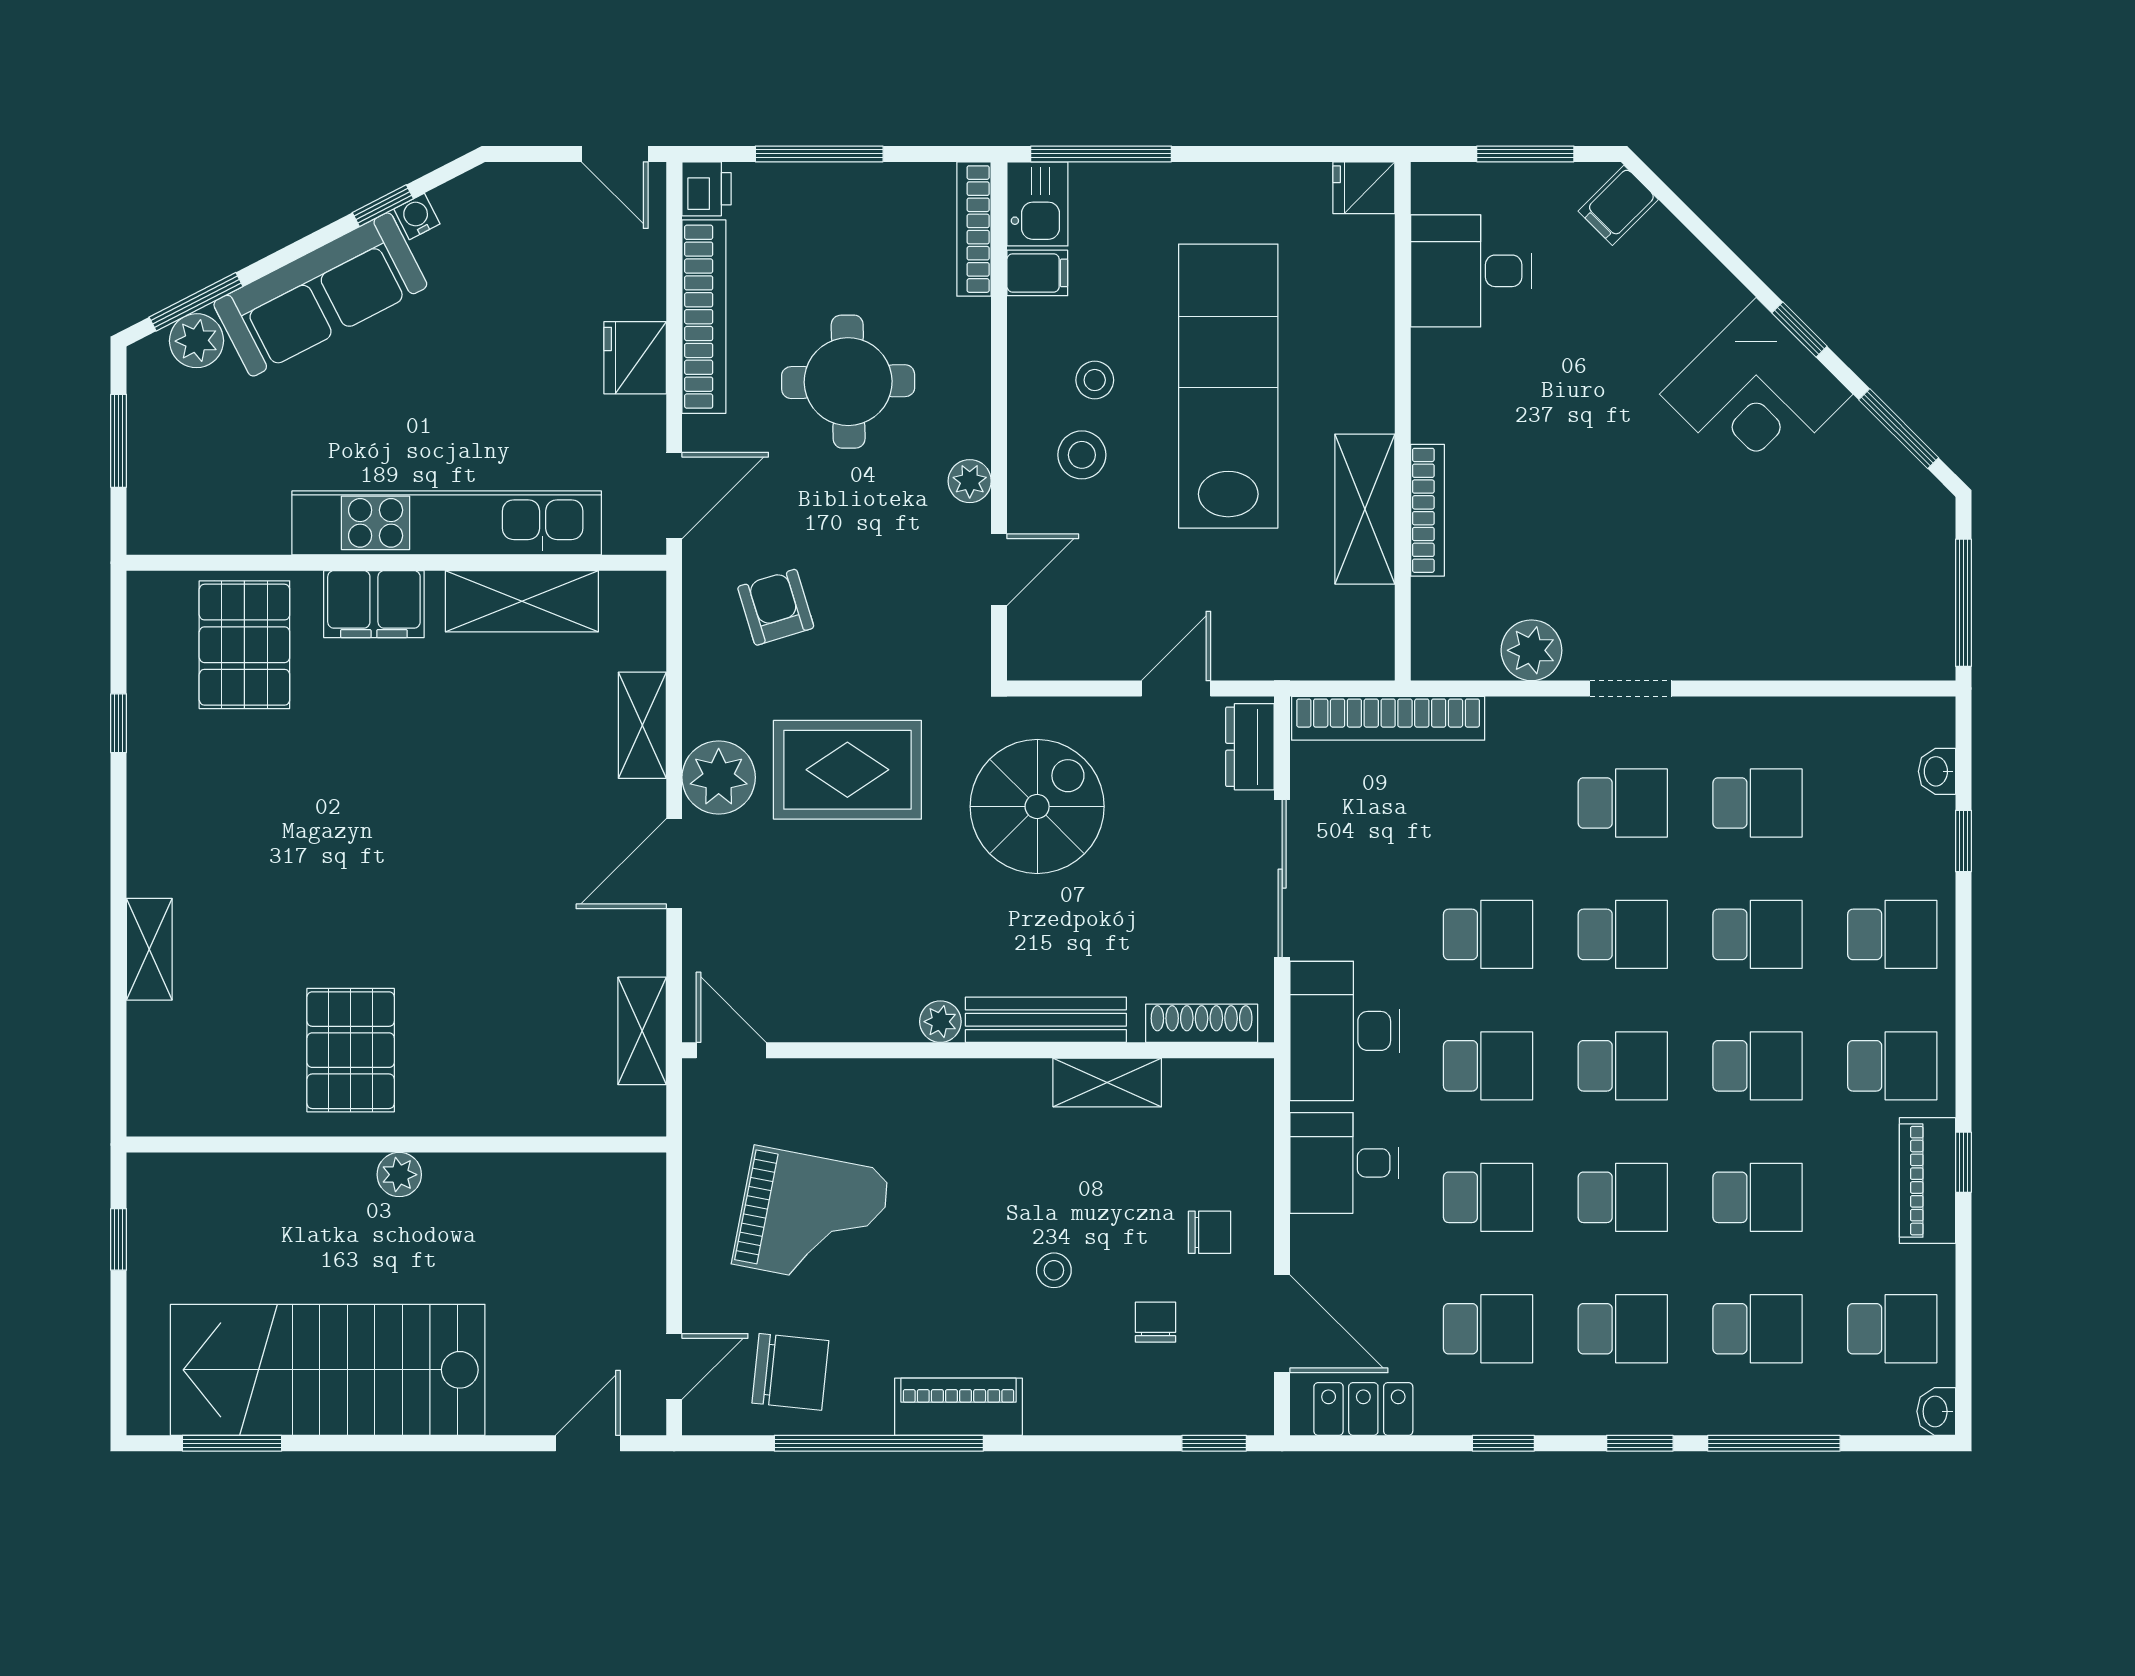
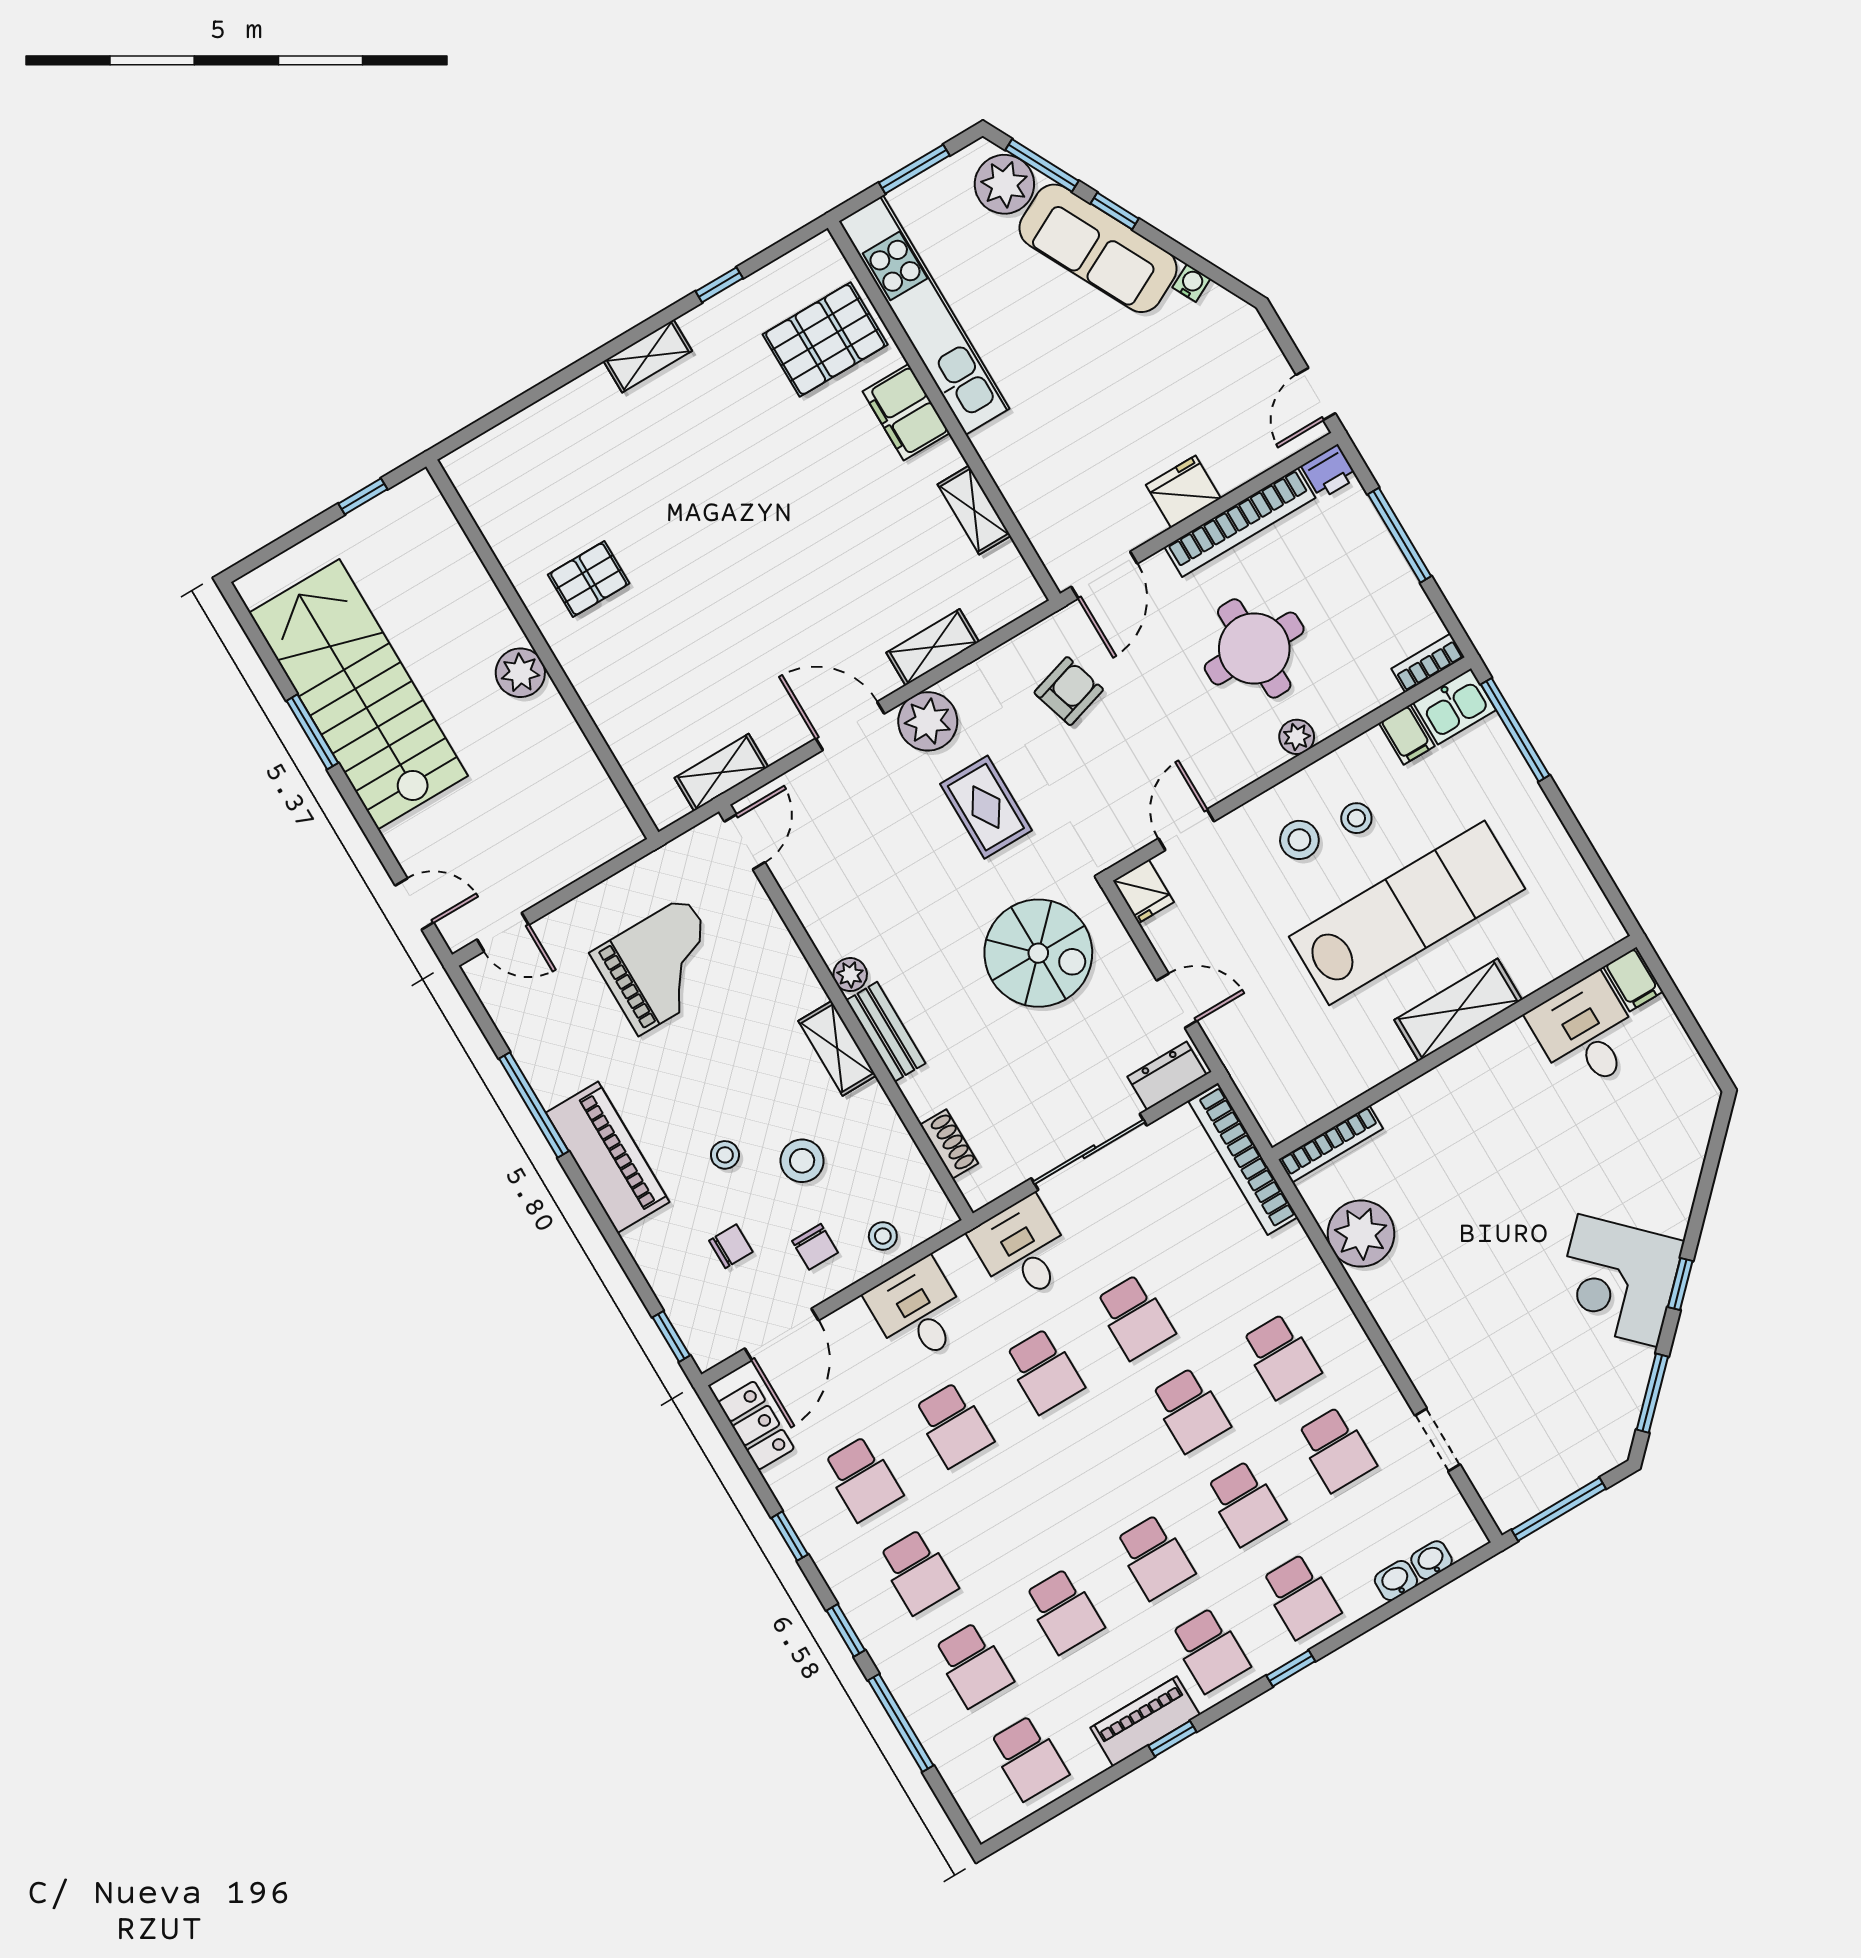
window: (1525, 154) -> (1689, 1023), removed
fridge: (1364, 188) -> (1143, 891), moved, turned 180
filing cabinet: (1618, 205) -> (1633, 979), moved, turned -135
window: (383, 206) -> (1115, 211), moved
bookcase: (974, 229) -> (1428, 663), width x0.64
plant: (196, 341) -> (1004, 184), width x1.36, depth x1.36
plant: (970, 481) -> (1297, 737), moved
door: (674, 496) -> (1104, 575), hinge flipped
shelving: (1365, 509) -> (1458, 1010), moved
bookcase: (1427, 510) -> (1331, 1144), moved
kitchen unit: (447, 523) -> (924, 315), moved
door: (999, 570) -> (1186, 830), swing flipped
shelving: (522, 601) -> (974, 510), width x0.67, depth x0.75
plant: (1531, 650) -> (1361, 1234), width x1.36, depth x1.36
doorway: (1631, 689) -> (1438, 1440), moved
rug: (847, 770) -> (986, 807), width x0.73, depth x0.70
window: (1963, 841) -> (1291, 1668), moved
shelving: (149, 949) -> (648, 356), moved
bench: (1046, 1020) -> (886, 1032), width x0.73
shoe rack: (1202, 1023) -> (949, 1144), width x0.70
desk: (1345, 1031) -> (1022, 1250), width x0.73
pallet: (351, 1050) -> (589, 579), width x0.67, depth x0.71
school desk: (1623, 1066) -> (1099, 1464), removed
shelving: (1107, 1082) -> (837, 1048), moved
stool: (1241, 1153) -> (883, 1236), added
plant: (399, 1175) -> (520, 673), width x1.38, depth x1.38
stool: (1109, 1191) -> (802, 1161), added
school desk: (1623, 1197) -> (1009, 1518), removed
grand piano: (812, 1218) -> (662, 966), turned -101
chair: (790, 1372) -> (547, 1015), removed
piano: (958, 1407) -> (608, 1157), width x1.37, depth x1.33
washbasin: (1936, 1411) -> (1396, 1581), moved
window: (232, 1443) -> (312, 732), moved
window: (879, 1443) -> (534, 1105), width x0.68

